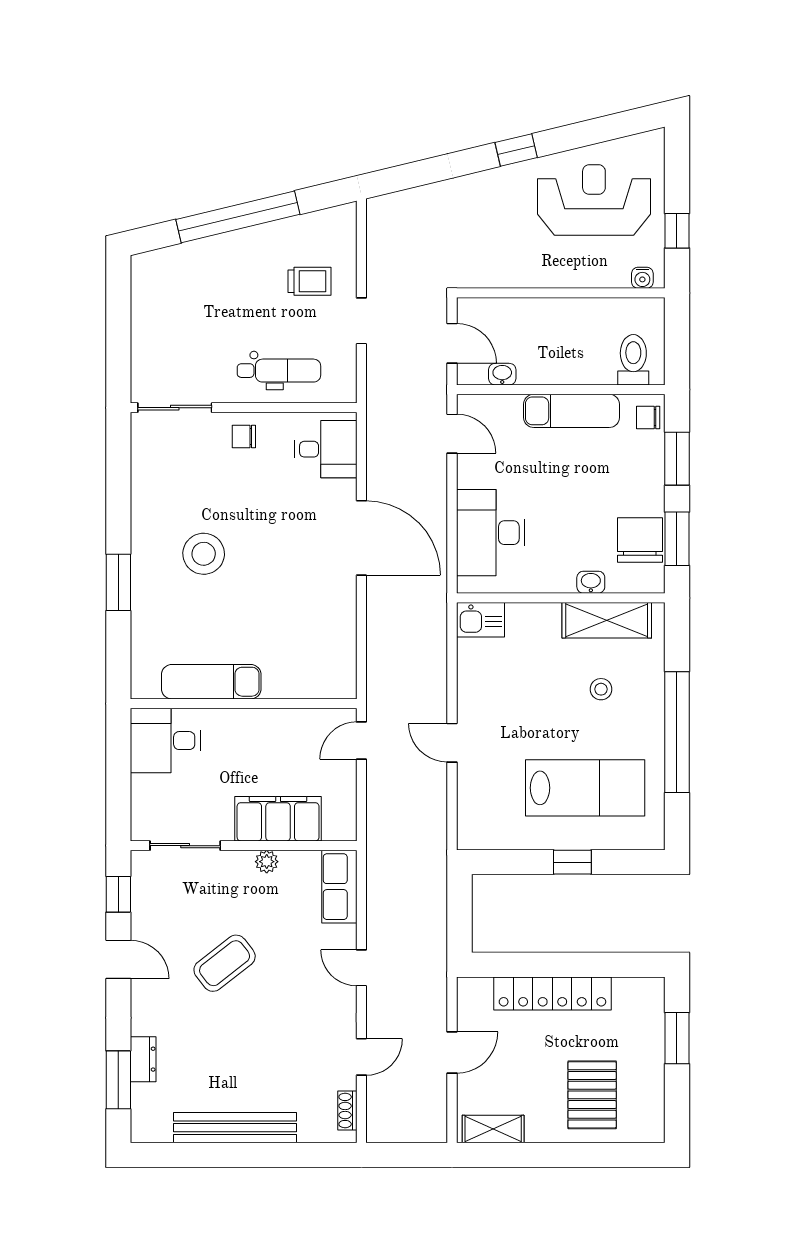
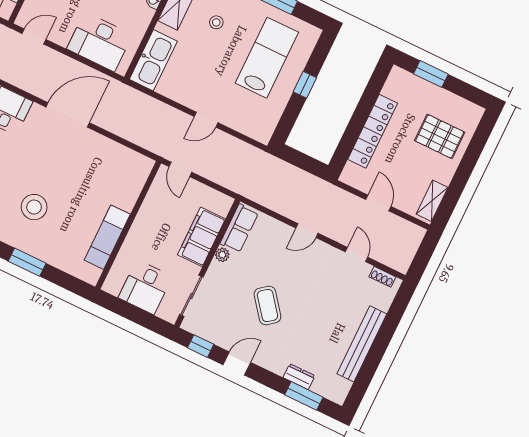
kitchen sink: (480, 620) -> (153, 60), width x1.88, depth x1.24
desk: (165, 741) -> (145, 287), moved
row of seats: (339, 887) -> (239, 228), moved, turned -90

